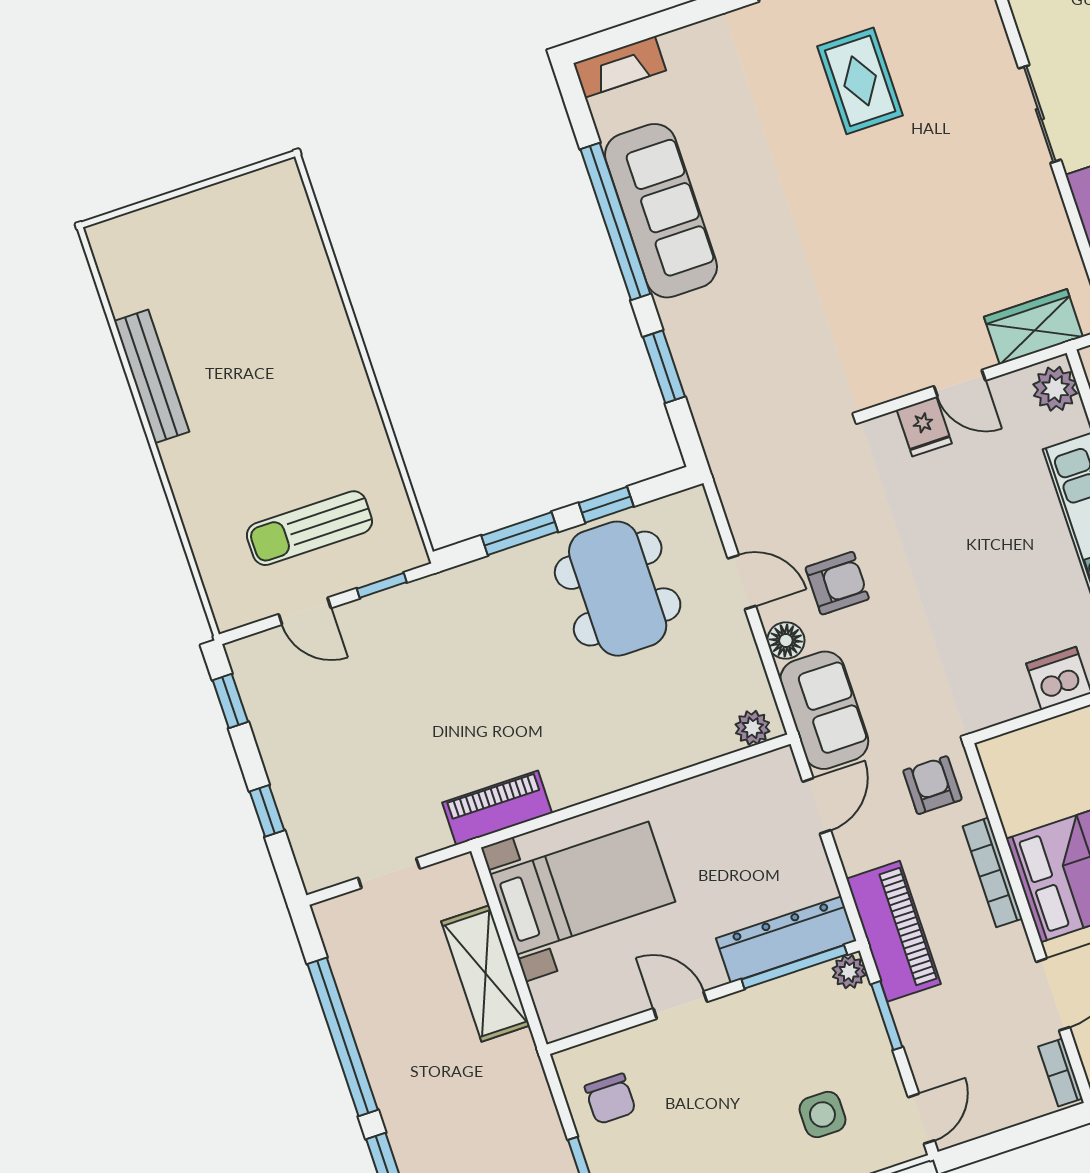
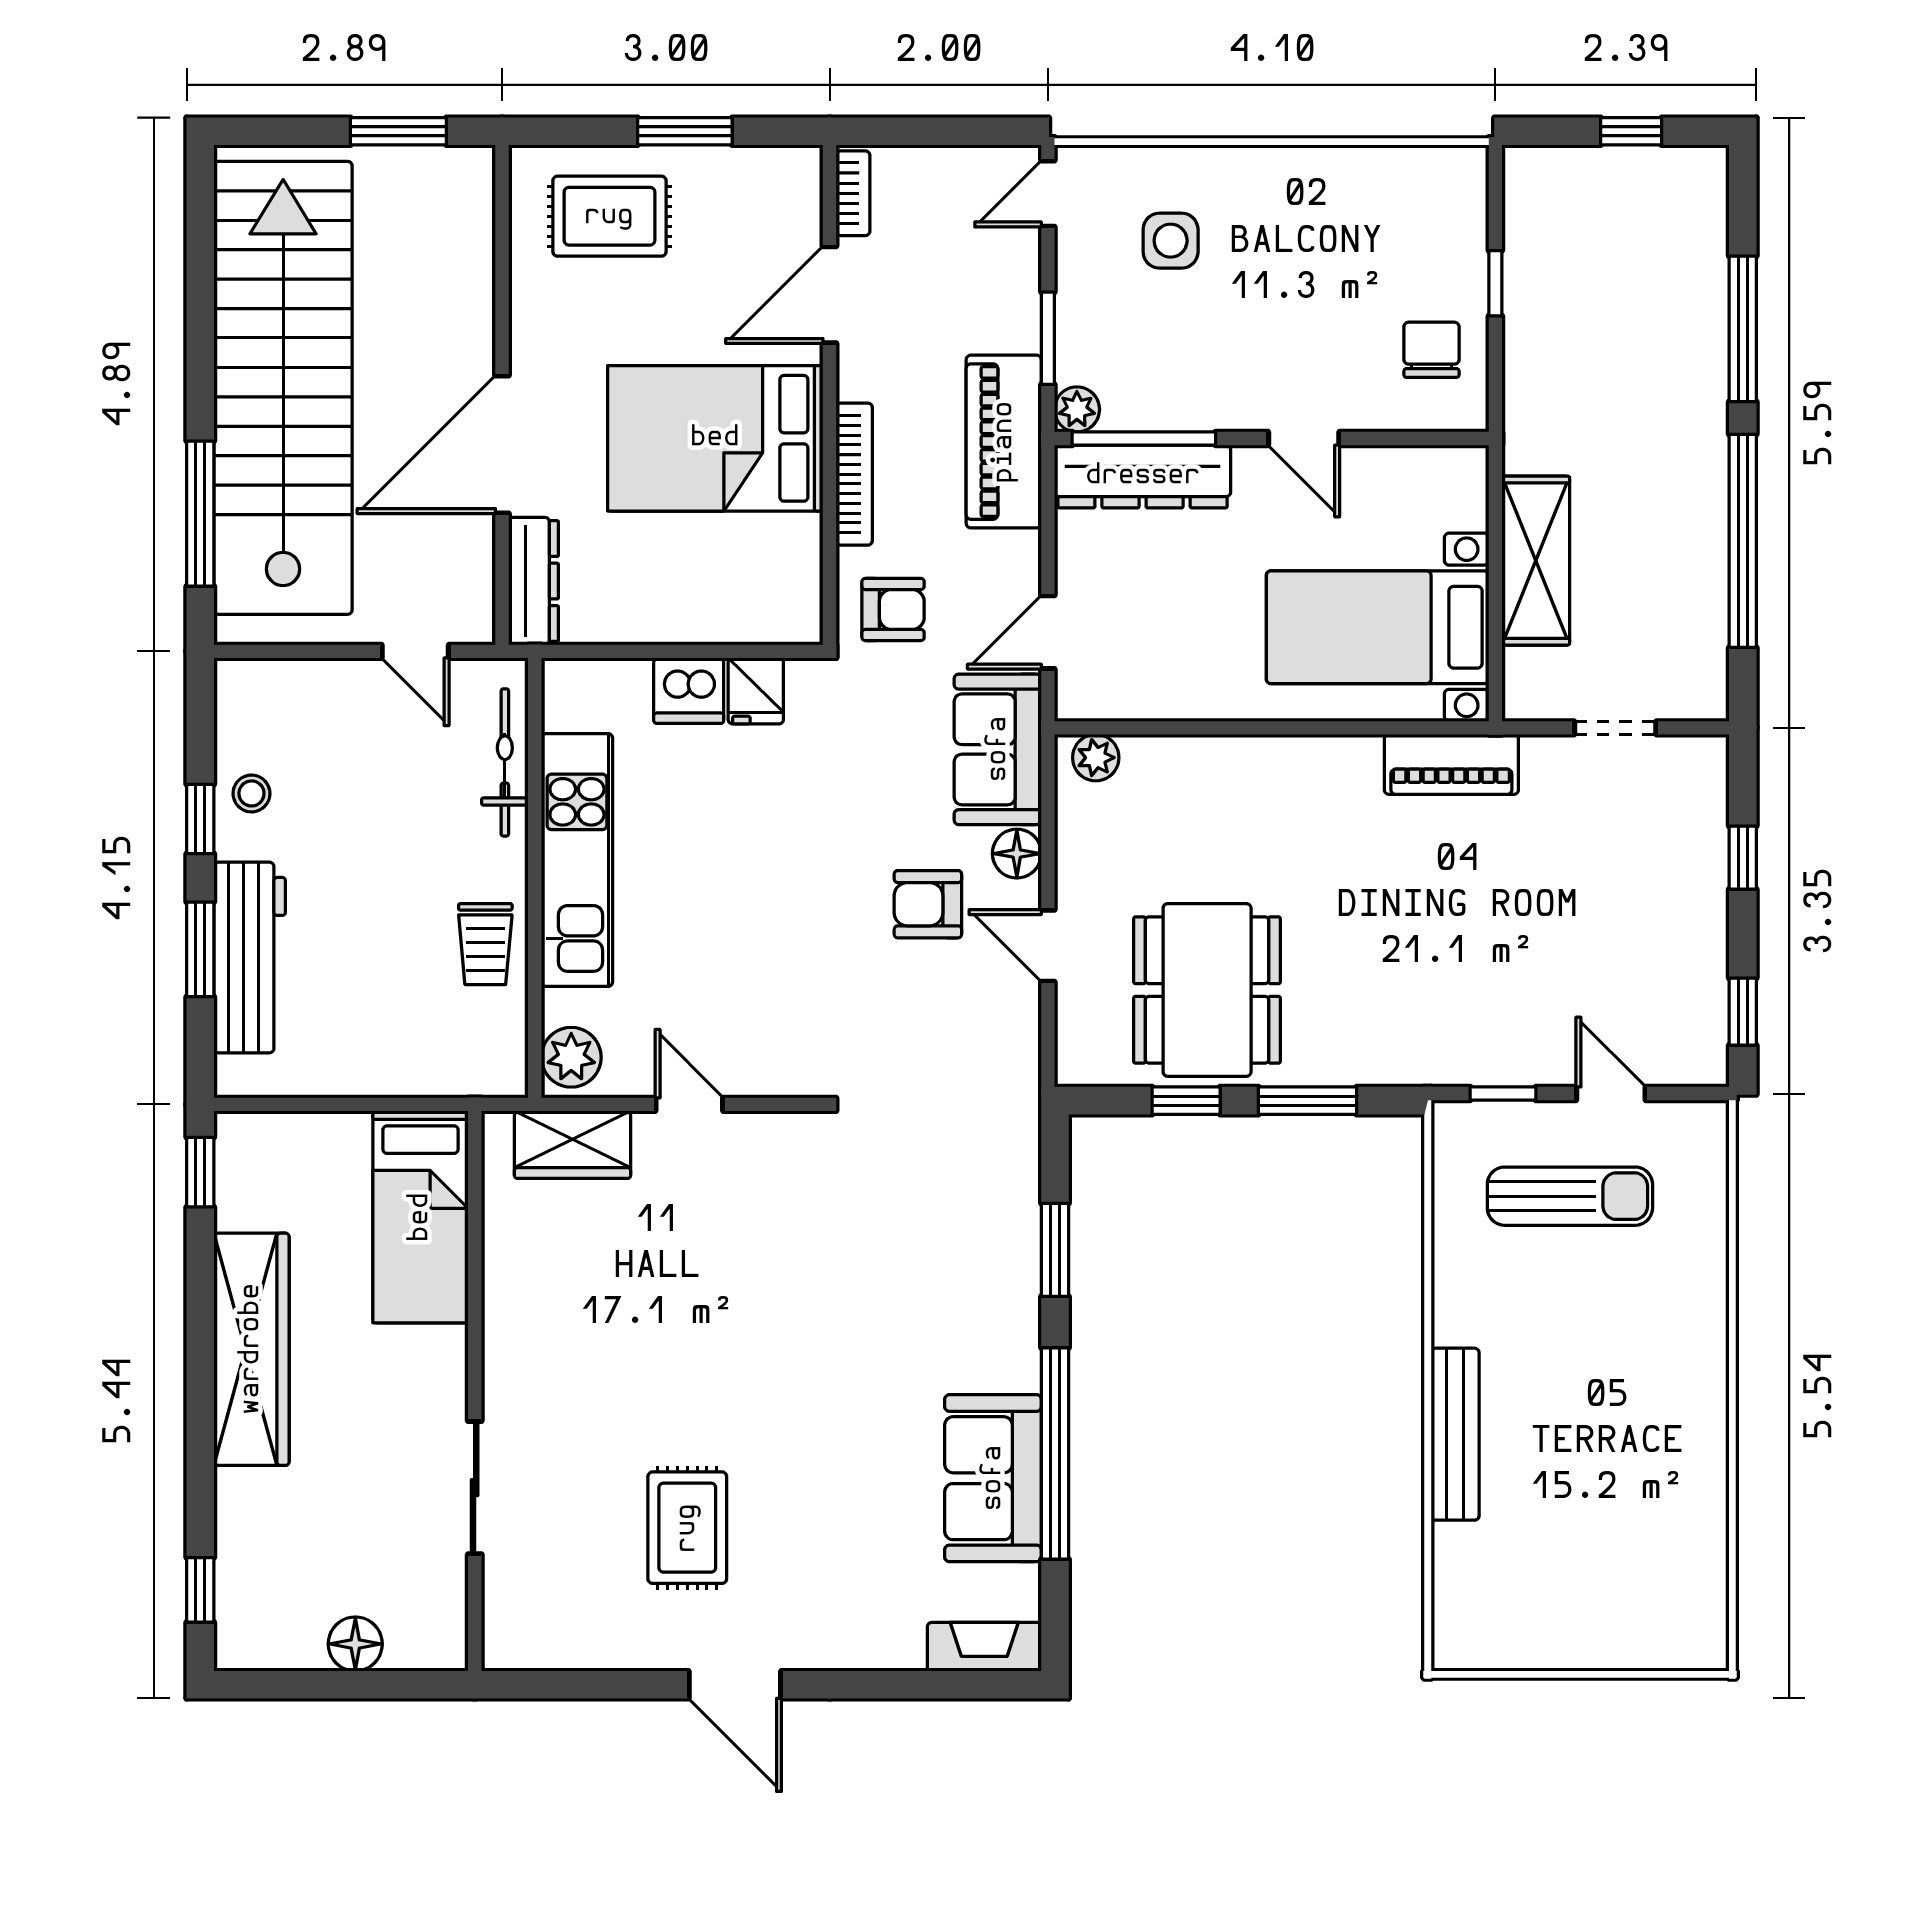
sliding door: (1040, 114) -> (475, 1488), moved
sofa: (661, 211) -> (993, 1478), width x0.73
bench: (152, 376) -> (1455, 1434), moved
fridge: (924, 427) -> (756, 691), moved, turned 180
armchair: (932, 785) -> (893, 609), turned -90

